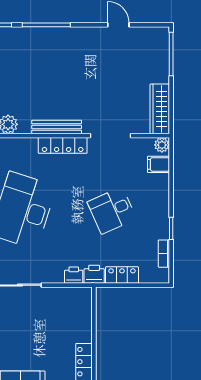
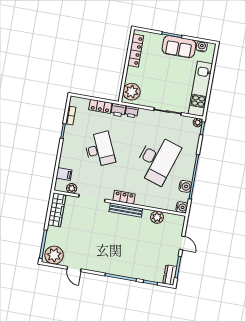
plant: (152, 41) -> (54, 255), added
locker: (63, 145) -> (124, 197), width x0.66
plant: (162, 145) -> (72, 188), moved
desk: (112, 210) -> (99, 150), width x1.37
plant: (79, 305) -> (132, 92), added

